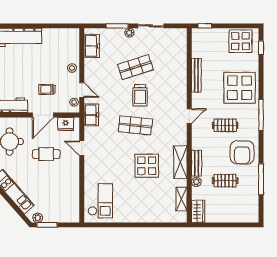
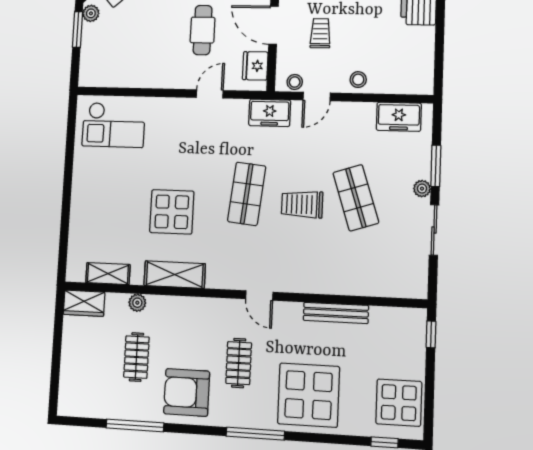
bench: (197, 163) -> (171, 305), removed

